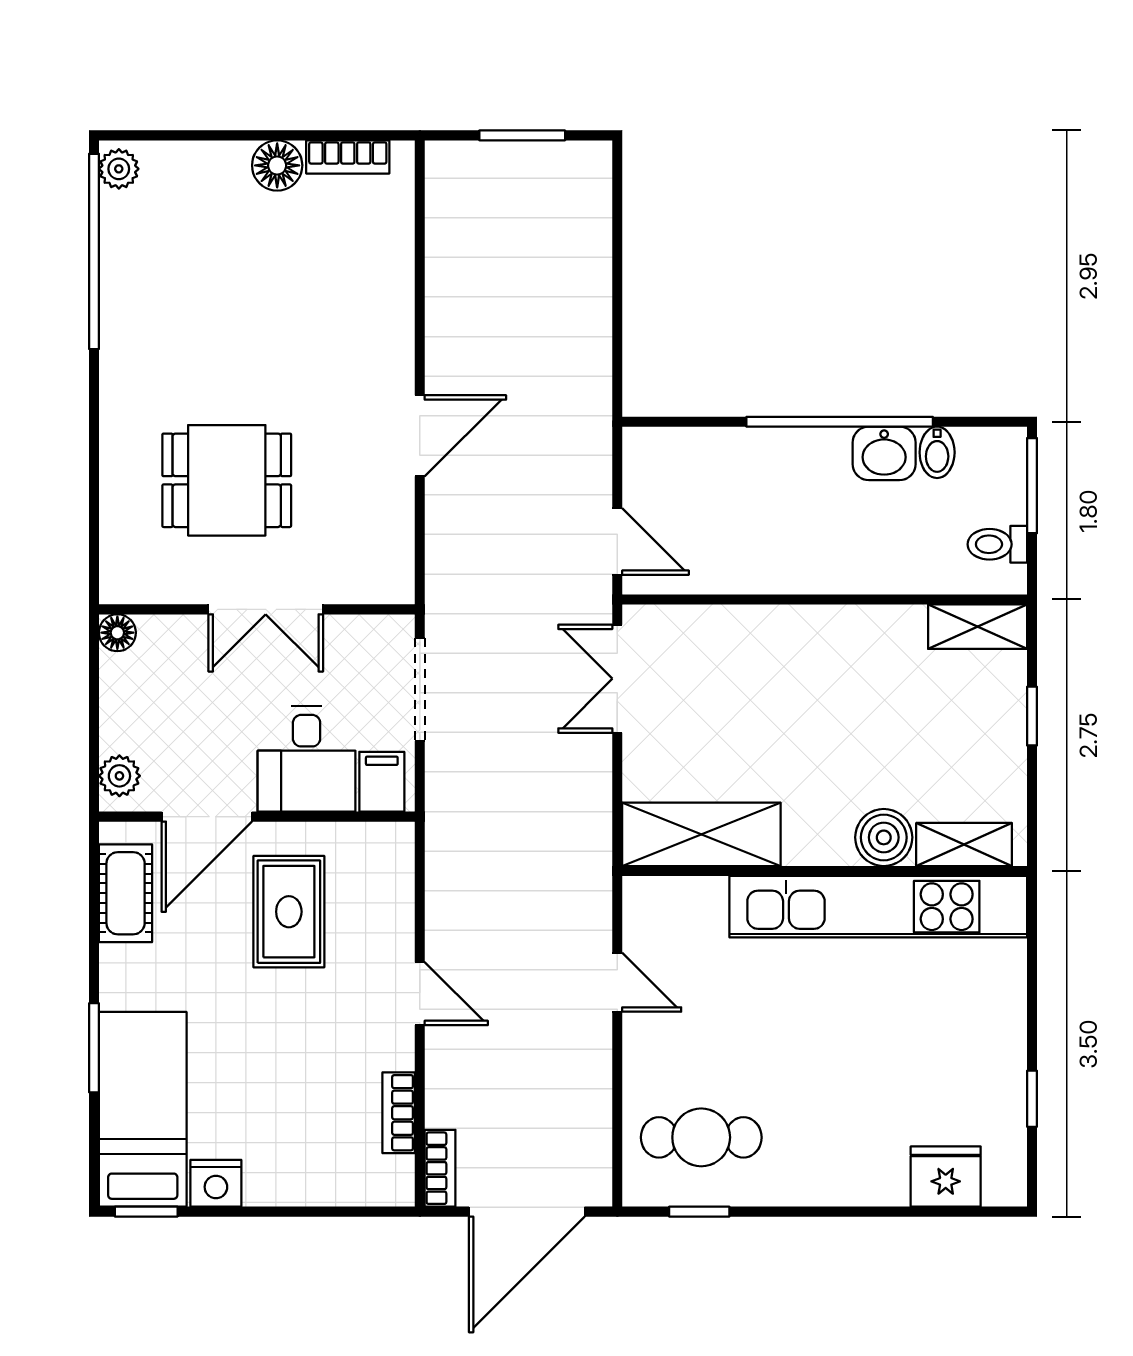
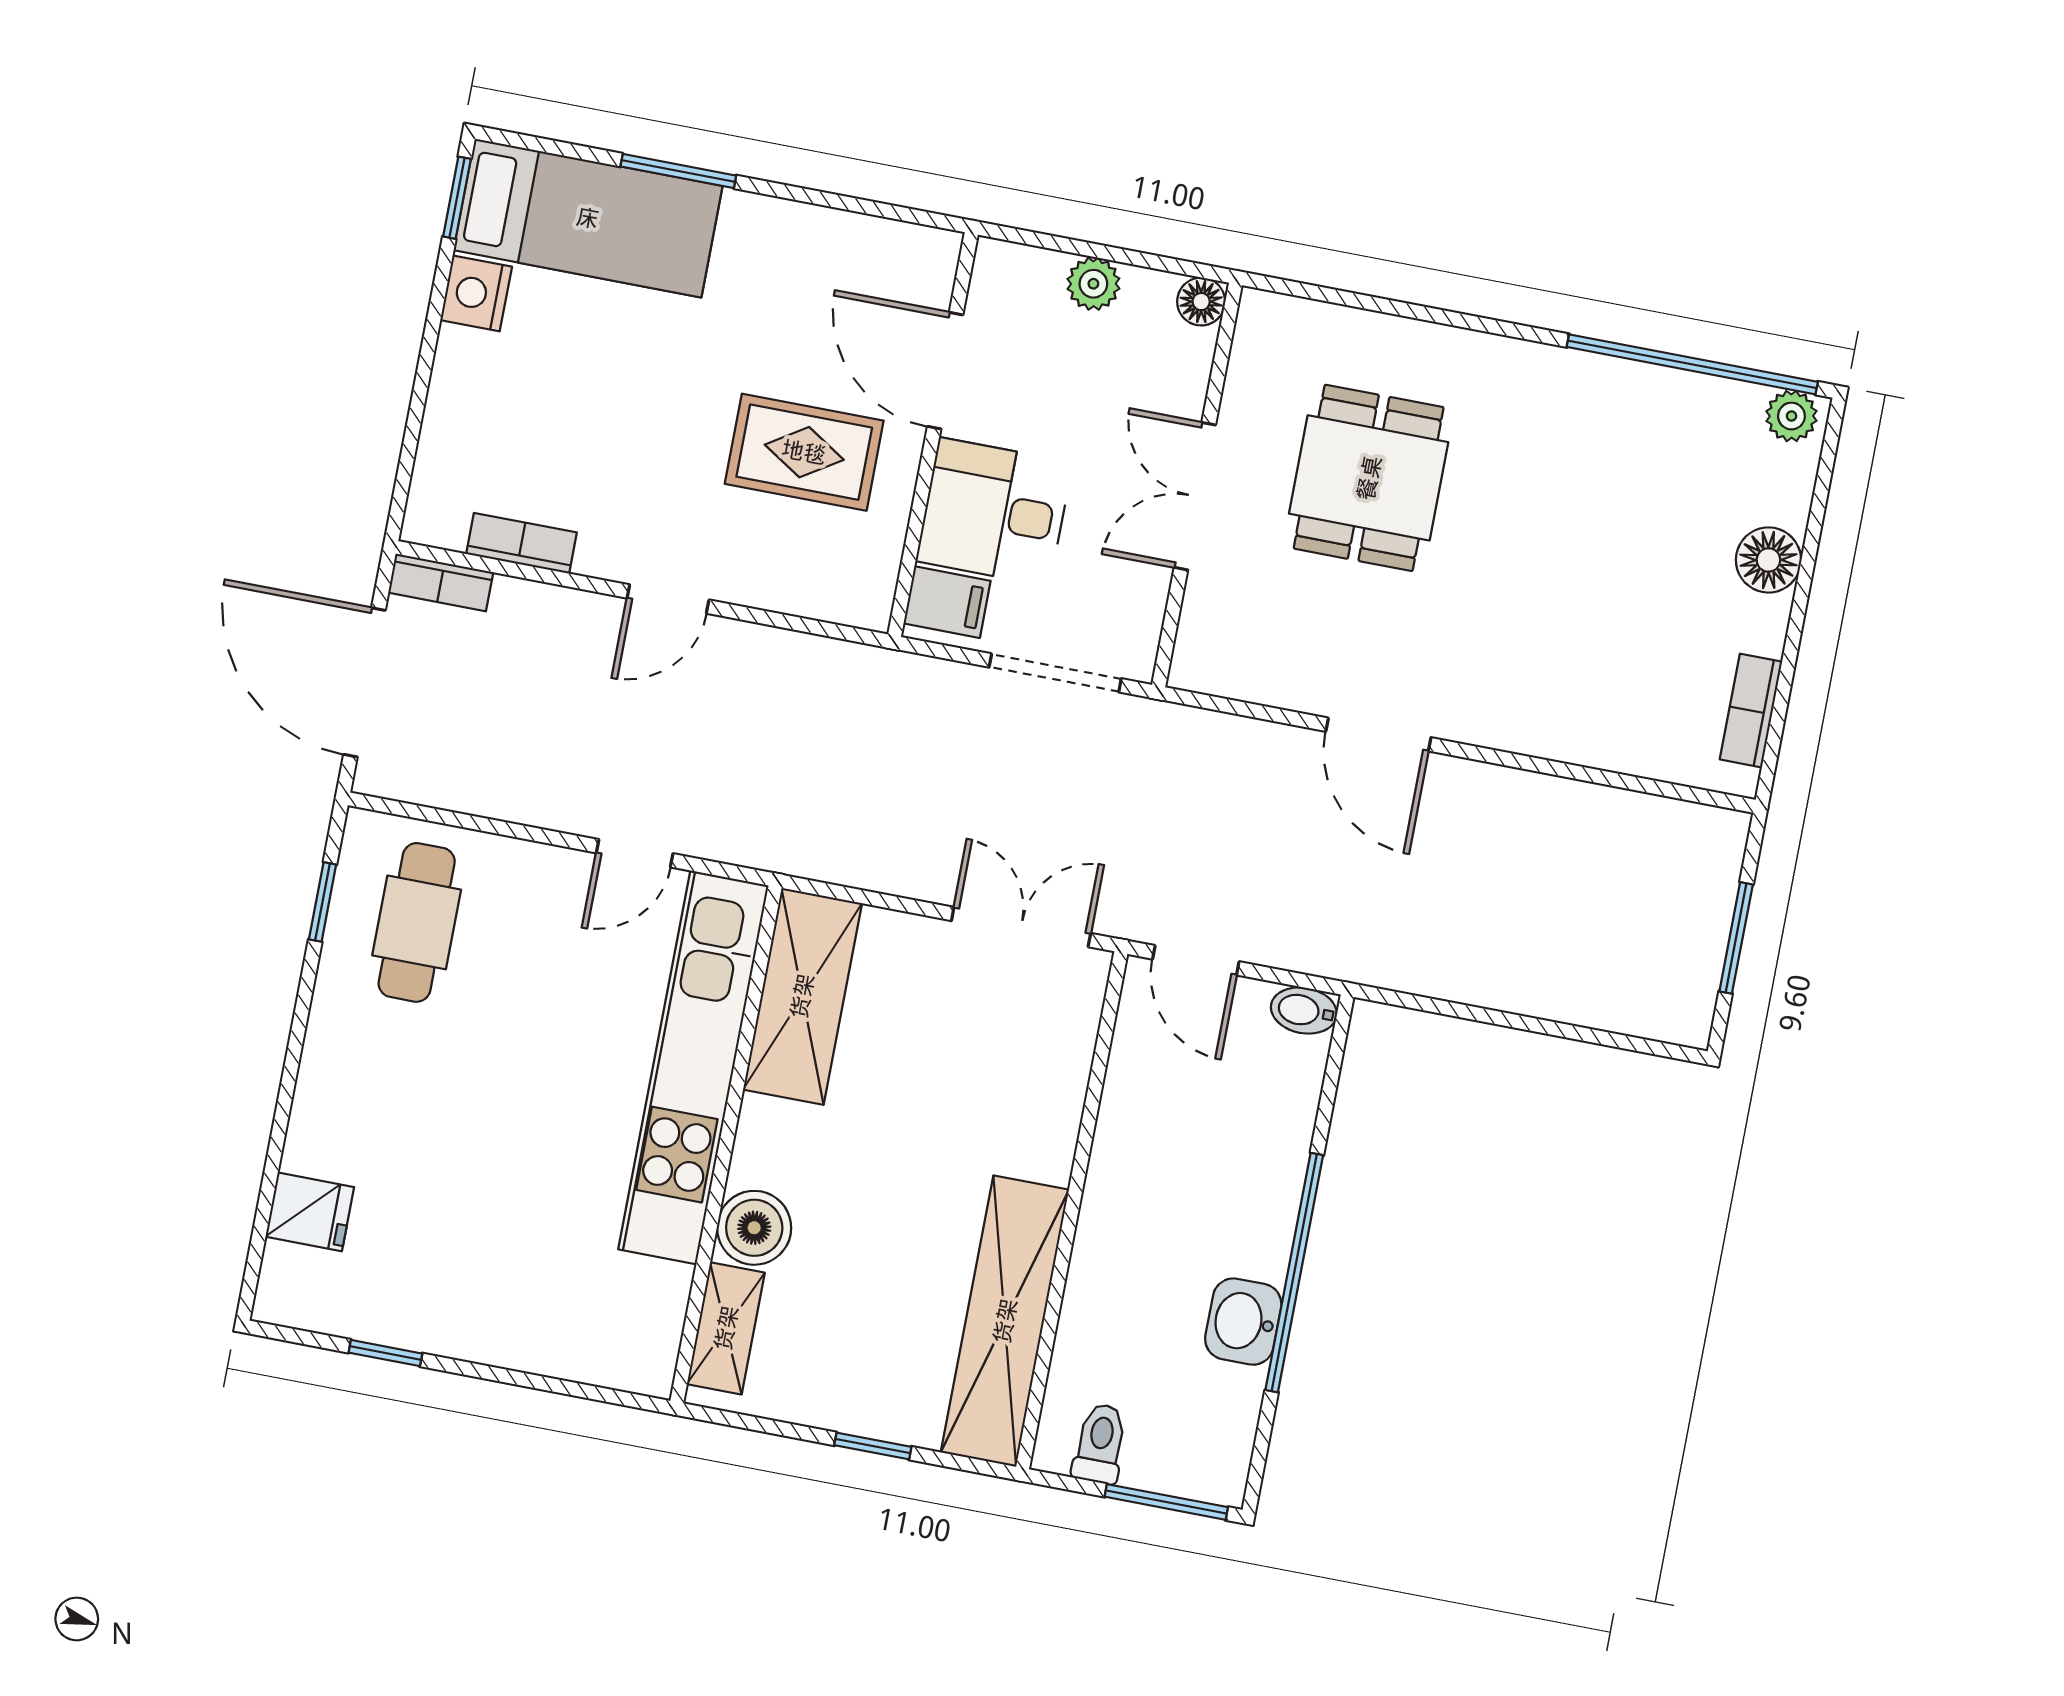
floor lamp: (277, 165) -> (1768, 560), moved
bidet: (937, 452) -> (1304, 1011), moved
door: (617, 542) -> (1196, 960), hinge flipped
shelving: (978, 627) -> (1005, 1321), width x2.20, depth x1.33
plant: (119, 776) -> (1093, 284), moved
cot: (126, 893) -> (867, 249), removed
kitchen unit: (878, 907) -> (693, 1067), moved
fridge: (946, 1177) -> (310, 1212), width x0.72

